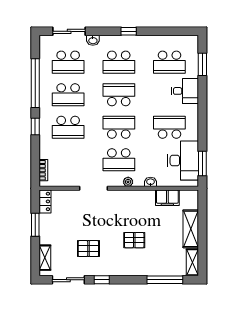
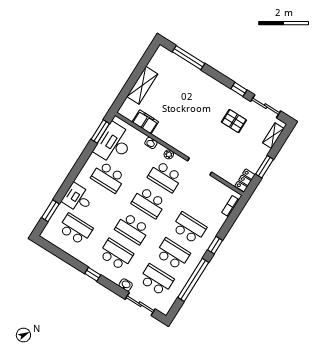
school desk: (119, 160) -> (165, 177), turned 180
pallet: (134, 240) -> (193, 105), removed
shelving: (192, 262) -> (158, 58), removed

